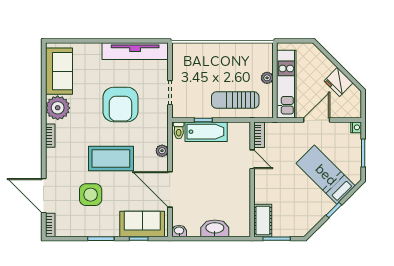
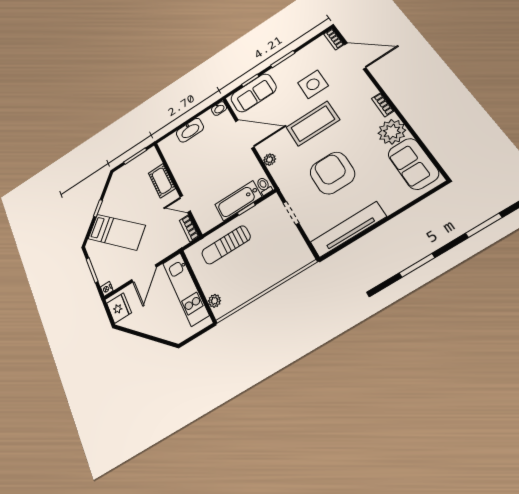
plant: (267, 78) -> (214, 301), moved
fridge: (339, 82) -> (119, 308), moved, turned 45
sun lounger: (235, 100) -> (226, 245), turned 180
cot: (263, 221) -> (162, 181), moved

